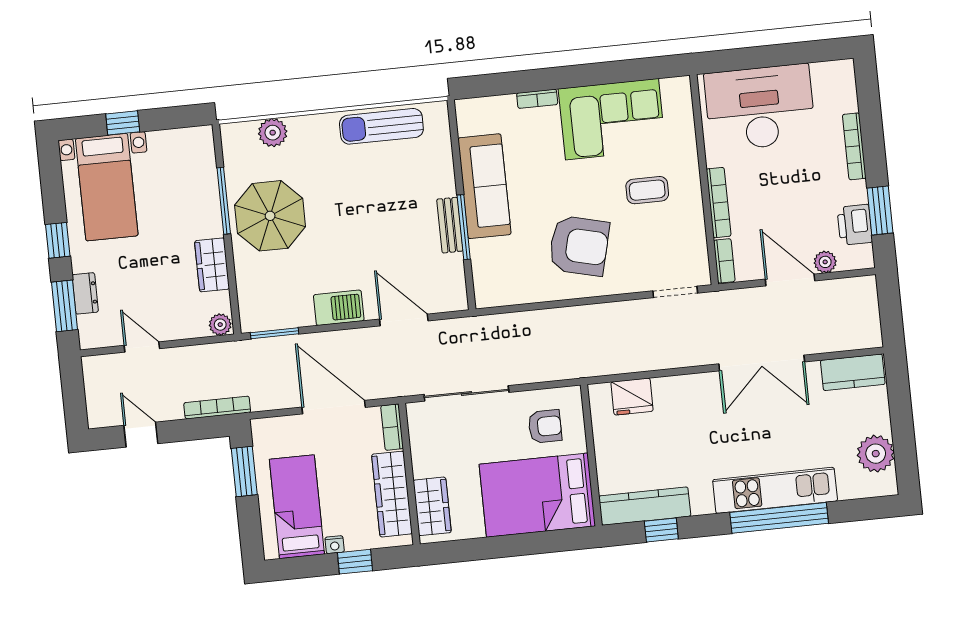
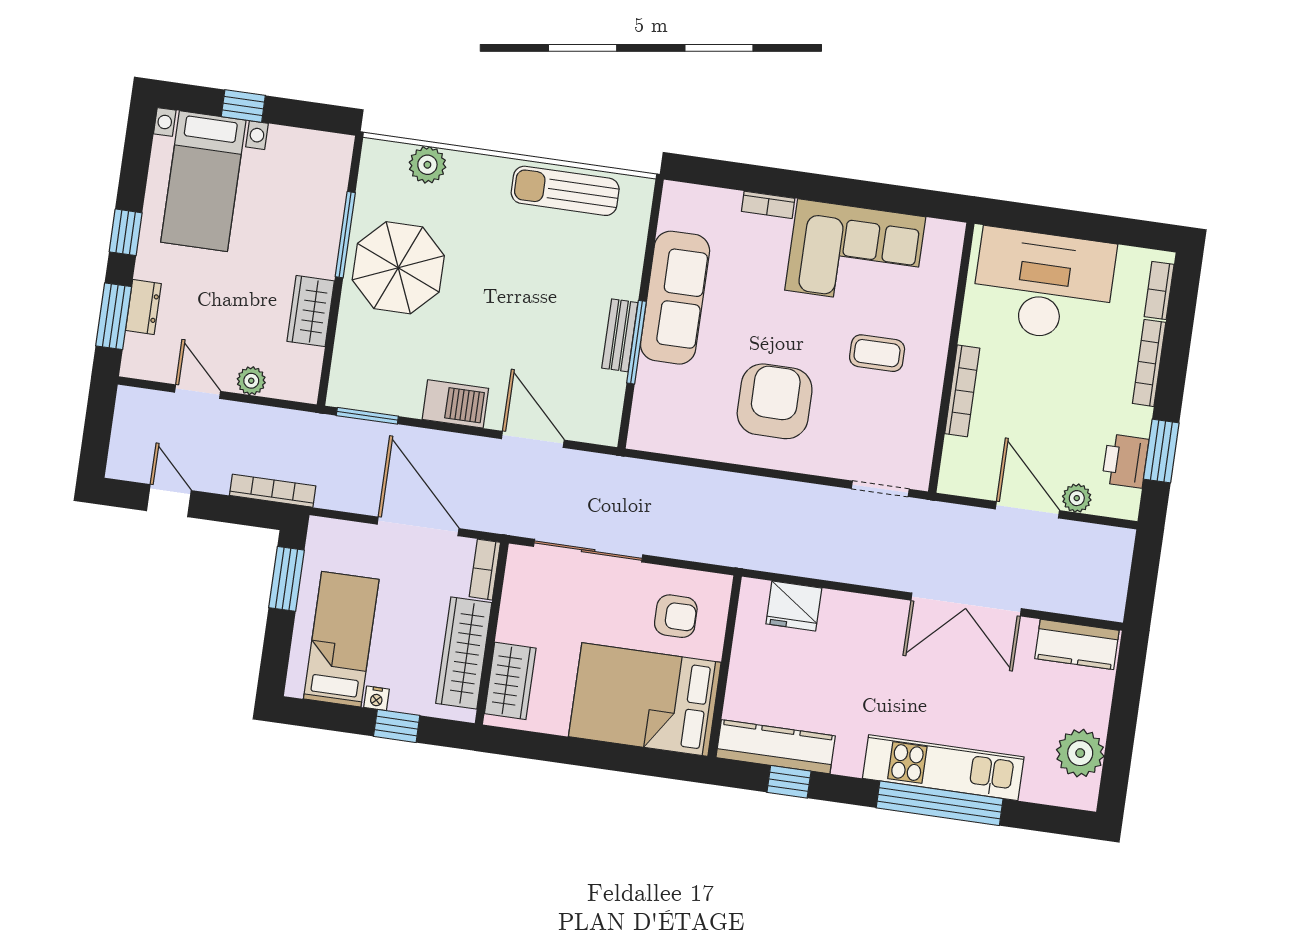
armchair: (579, 246) -> (775, 401), turned -104
bookcase: (724, 261) -> (1159, 290), moved, turned 180
plant: (220, 325) -> (251, 381), moved

